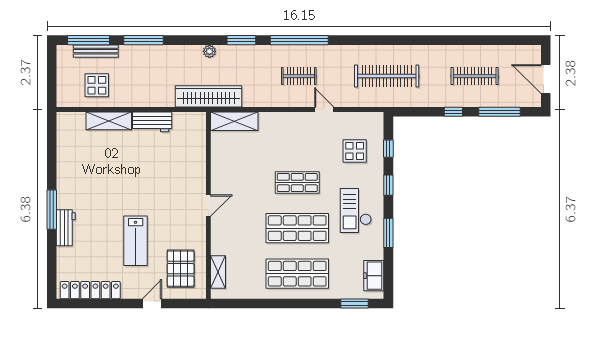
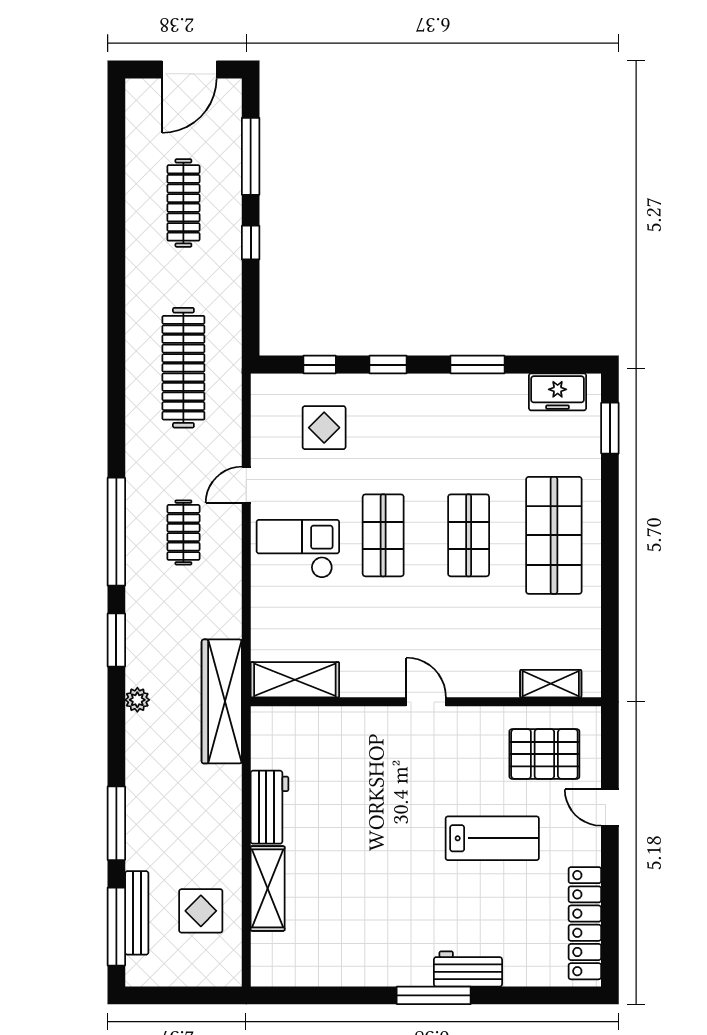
shelving: (234, 121) -> (295, 680), moved, turned 90
checkout: (356, 210) -> (298, 549), moved, turned 180
shop shelf: (297, 228) -> (469, 535), width x0.70, depth x0.74

